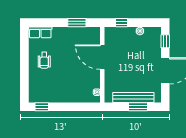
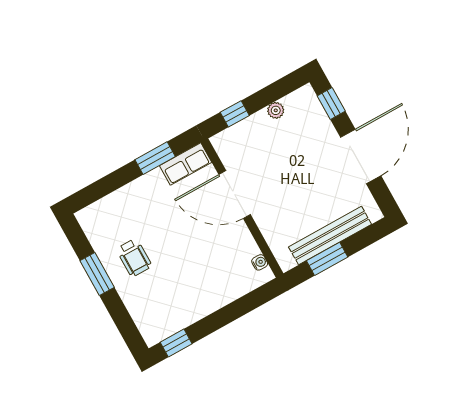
row of seats: (40, 32) -> (186, 164), moved
window: (24, 58) -> (97, 274), added
window: (138, 107) -> (327, 259), moved

